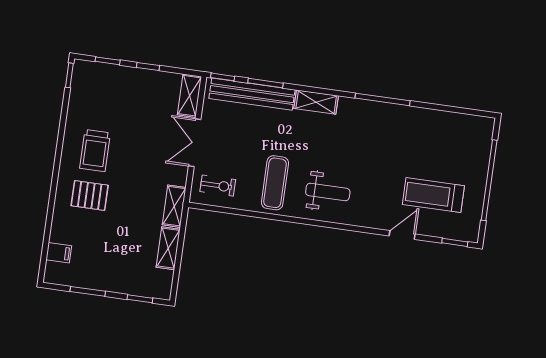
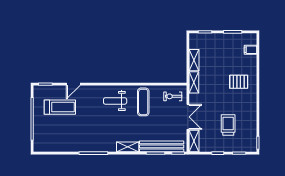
trolley: (95, 151) -> (228, 125), moved

